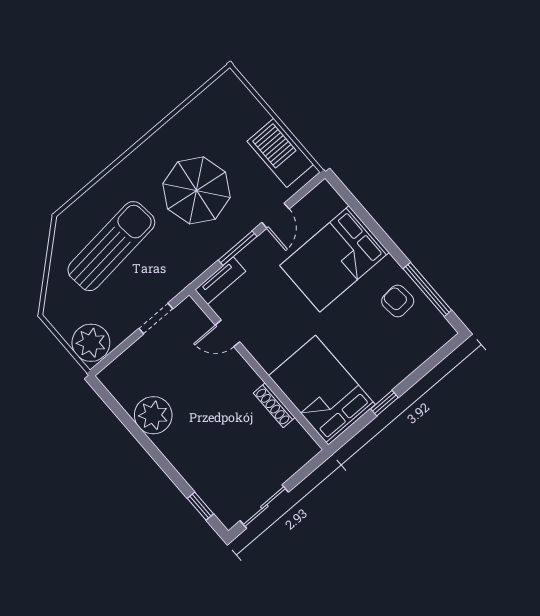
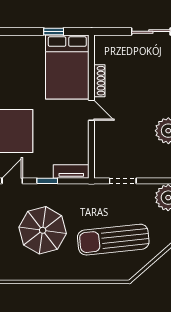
window: (238, 248) -> (47, 181), width x0.67
door: (227, 333) -> (91, 110), moved
window: (384, 403) -> (54, 31), moved

